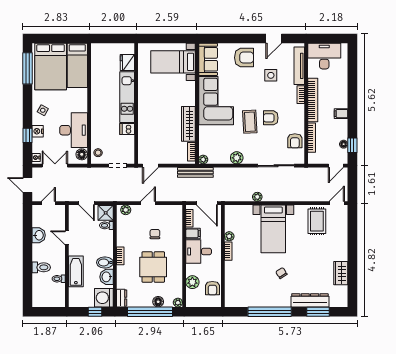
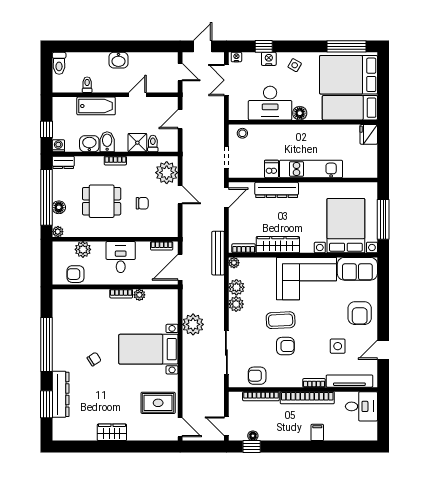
window: (168, 38) -> (383, 219), added
door: (274, 38) -> (383, 350), hinge flipped
desk: (324, 56) -> (361, 406), width x0.73
fridge: (127, 62) -> (369, 134), moved, turned -90
bed with nightstands: (173, 62) -> (346, 226), width x1.36
filing cabinet: (341, 114) -> (317, 432), moved
armchair: (271, 118) -> (285, 346), turned 90
dresser: (144, 125) -> (277, 190), added
floor lamp: (82, 154) -> (300, 113), moved
plant: (223, 157) -> (236, 287), added
double door: (55, 166) -> (226, 80), swing flipped
door: (150, 166) -> (226, 198), swing flipped
plant: (257, 197) -> (193, 324), width x1.88, depth x1.88
plant: (126, 210) -> (167, 173), width x1.88, depth x1.88
shower: (106, 213) -> (137, 143), moved
filing cabinet: (193, 233) -> (143, 250), removed
washbasin: (39, 235) -> (118, 60), moved
toilet: (41, 267) -> (59, 63), moved
wardrobe: (341, 273) -> (112, 432), moved
washing machine: (104, 298) -> (58, 146), width x0.53, depth x0.53

